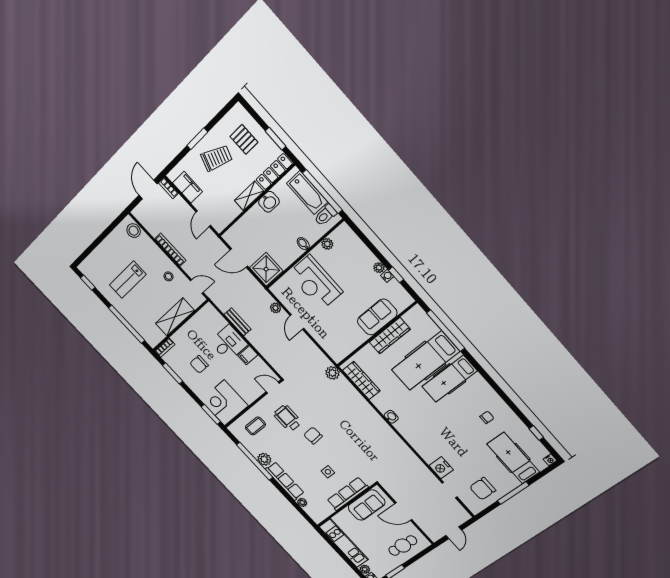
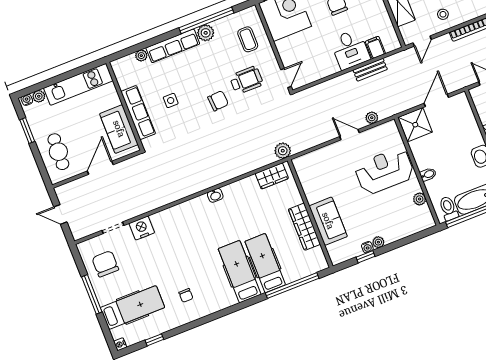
filing cabinet: (248, 355) -> (375, 47), moved
hospital bed: (425, 361) -> (265, 263), width x0.73, depth x0.78
wardrobe: (361, 381) -> (272, 176), width x0.67

